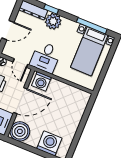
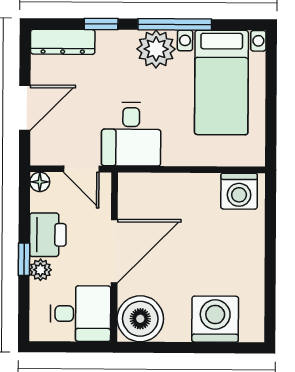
plant: (53, 21) -> (156, 49), moved
window: (92, 26) -> (175, 24), moved
washing machine: (41, 81) -> (239, 191), moved

